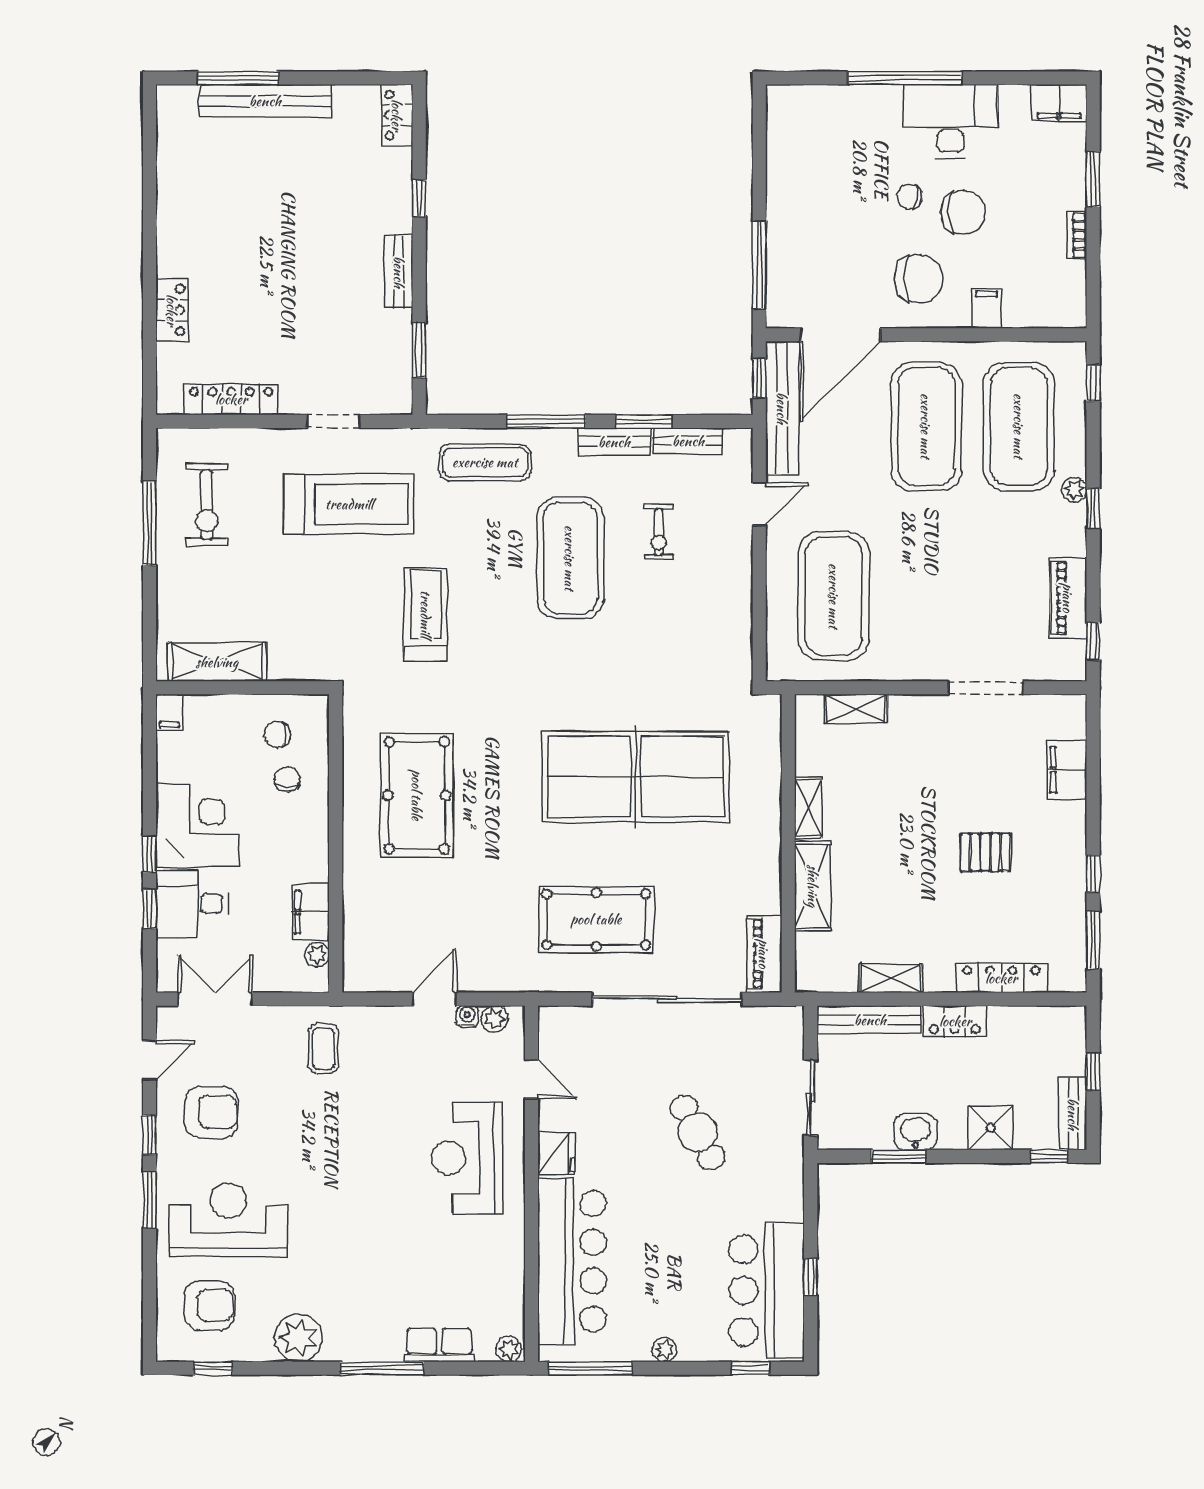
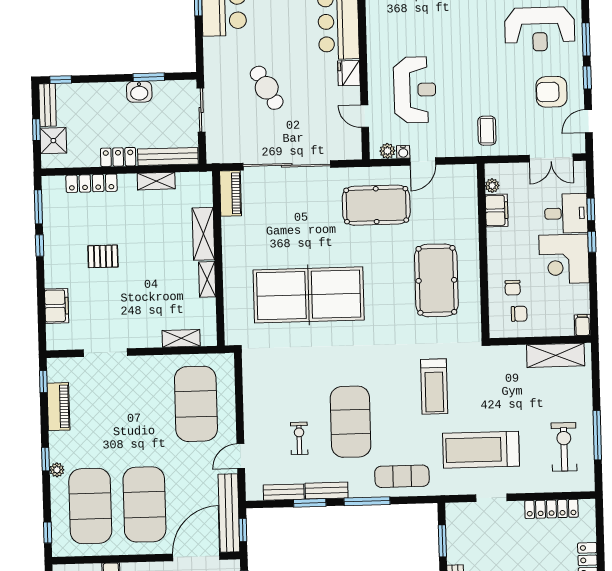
pool table: (596, 919) -> (376, 205), moved
shower: (991, 1128) -> (53, 141), moved
reception desk: (467, 1158) -> (415, 90), moved

